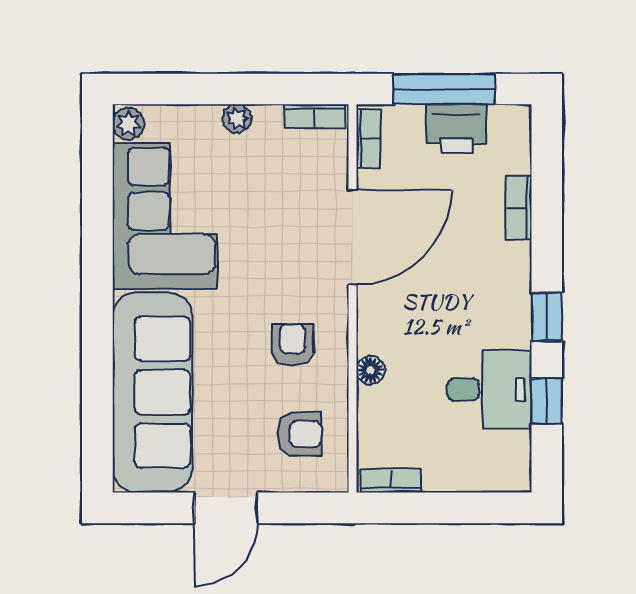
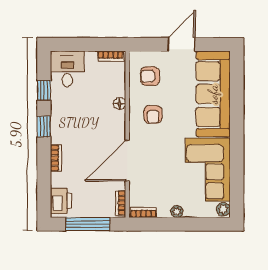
printer: (456, 129) -> (61, 201), moved, turned 90
bookcase: (519, 208) -> (56, 158), moved
desk: (489, 389) -> (67, 69), moved, turned 90

